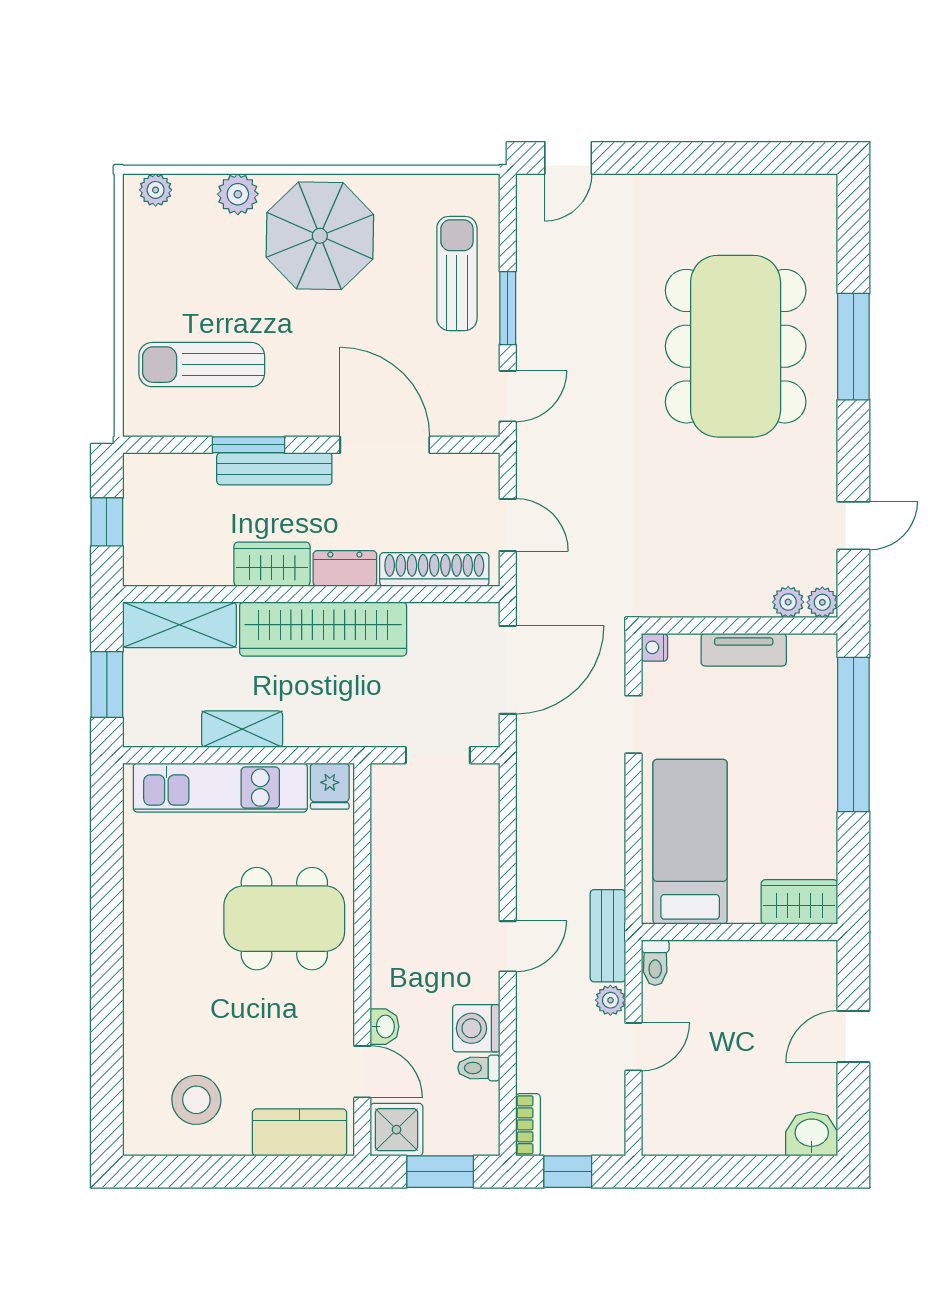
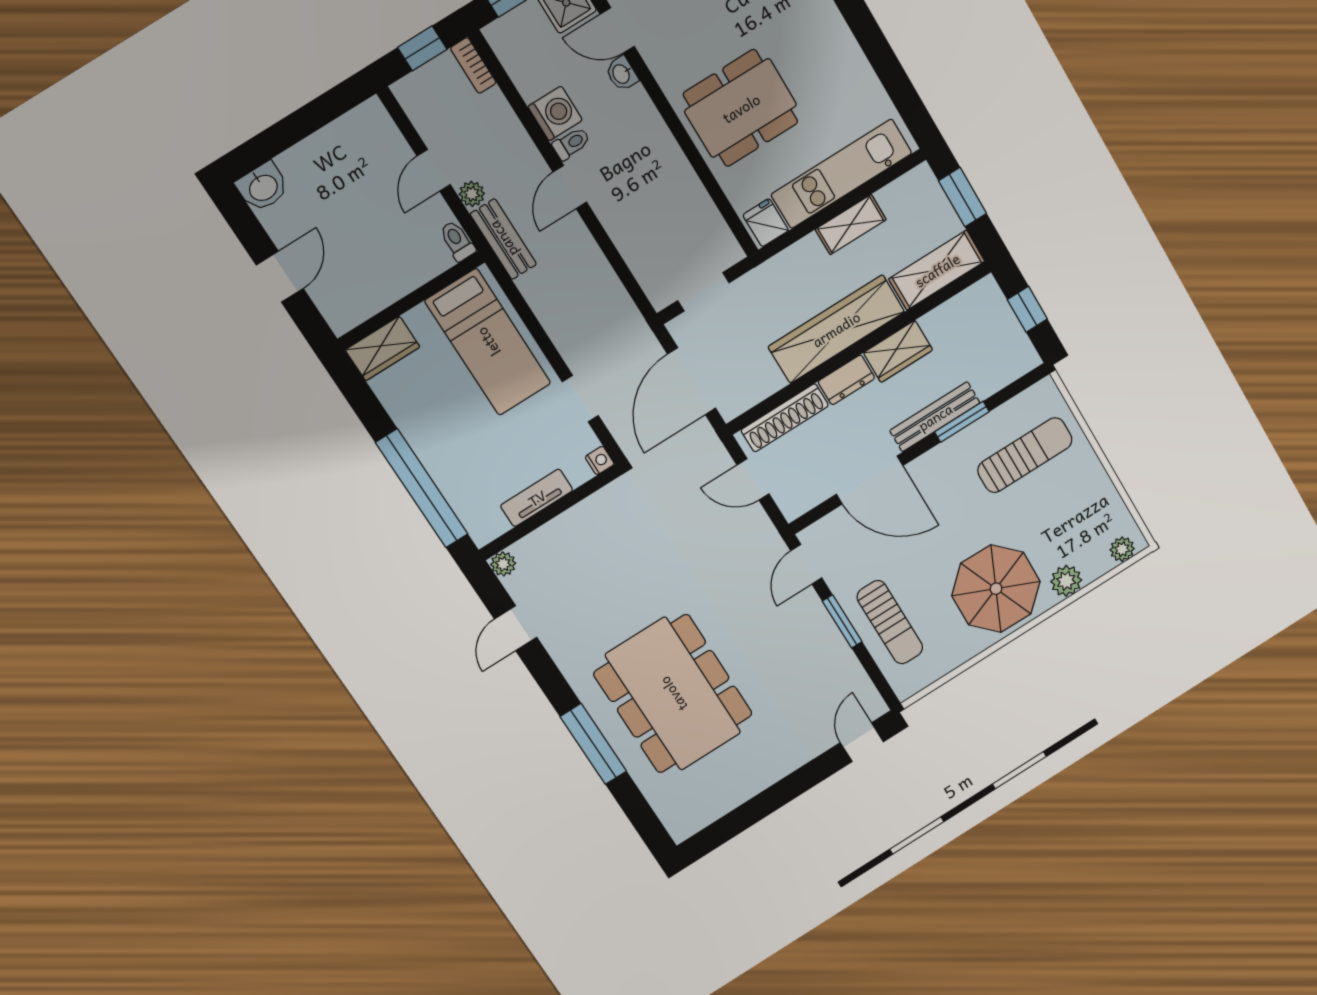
plant: (788, 602) -> (527, 549), removed
toilet: (479, 1068) -> (571, 143), moved

